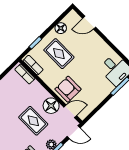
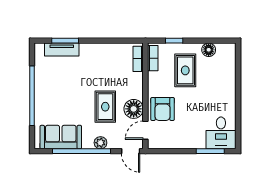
door: (89, 23) -> (238, 69), removed
armchair: (68, 89) -> (163, 109), turned 180
door: (70, 111) -> (145, 130), swing flipped

